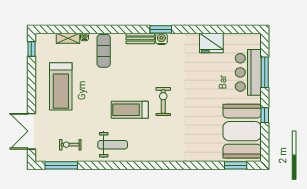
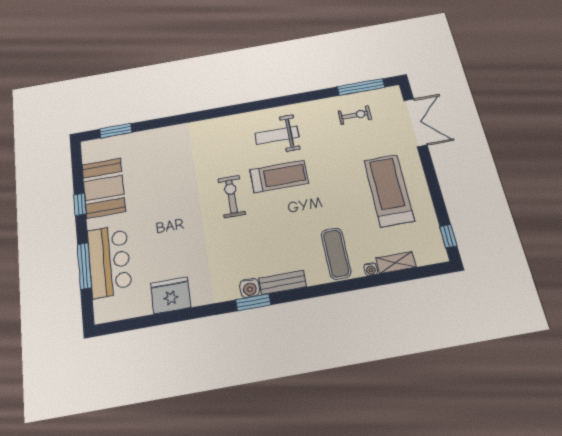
exercise bike: (163, 102) -> (232, 196), turned 180
booth: (242, 131) -> (104, 188), width x0.73, depth x0.70
weight bench: (113, 145) -> (277, 135), moved

